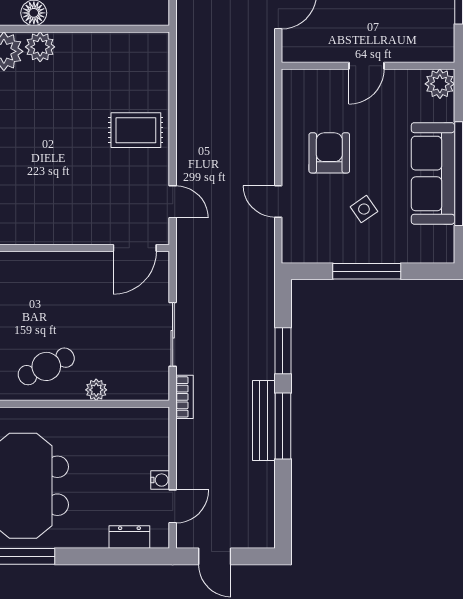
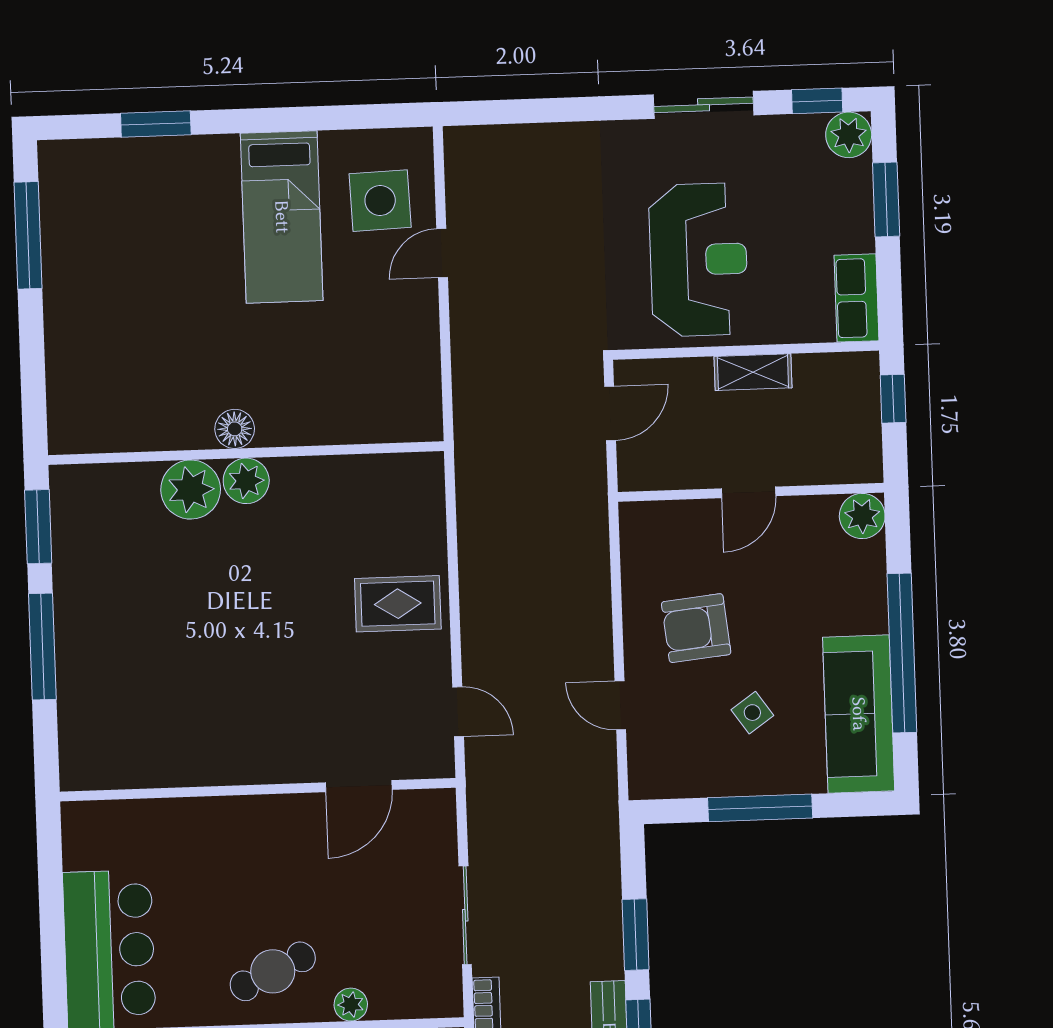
armchair: (329, 153) -> (696, 628), turned -96
sofa: (433, 173) -> (859, 714), moved
door: (135, 248) -> (359, 786), moved

